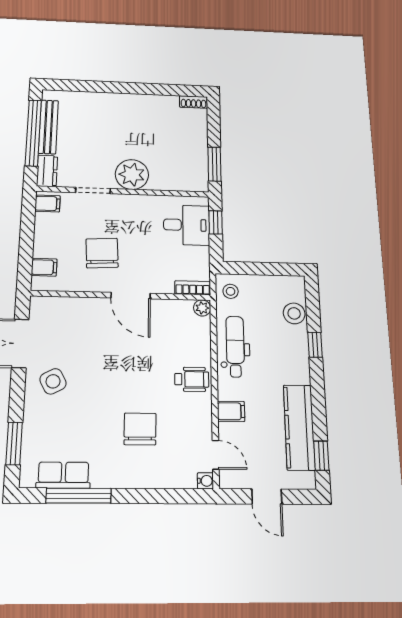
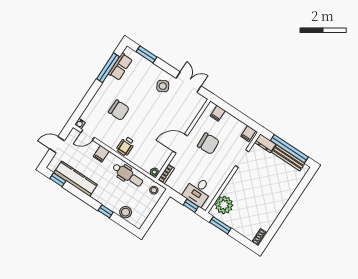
plant: (132, 175) -> (224, 205), moved

